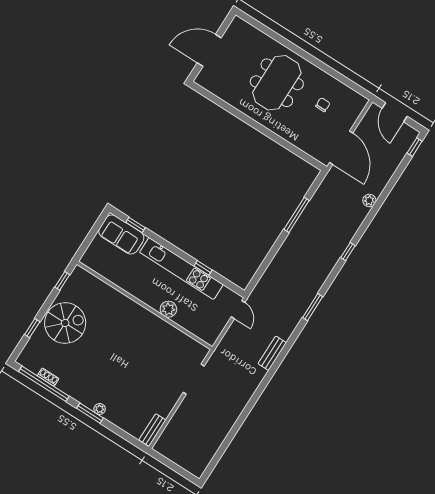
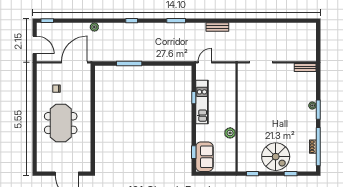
meeting table: (277, 83) -> (61, 123), turned 90
door: (395, 112) -> (35, 45), hinge flipped
kitchen unit: (181, 268) -> (202, 102), width x0.73
plant: (168, 309) -> (230, 133), moved
spiral stairs: (65, 323) -> (276, 157), turned 180

